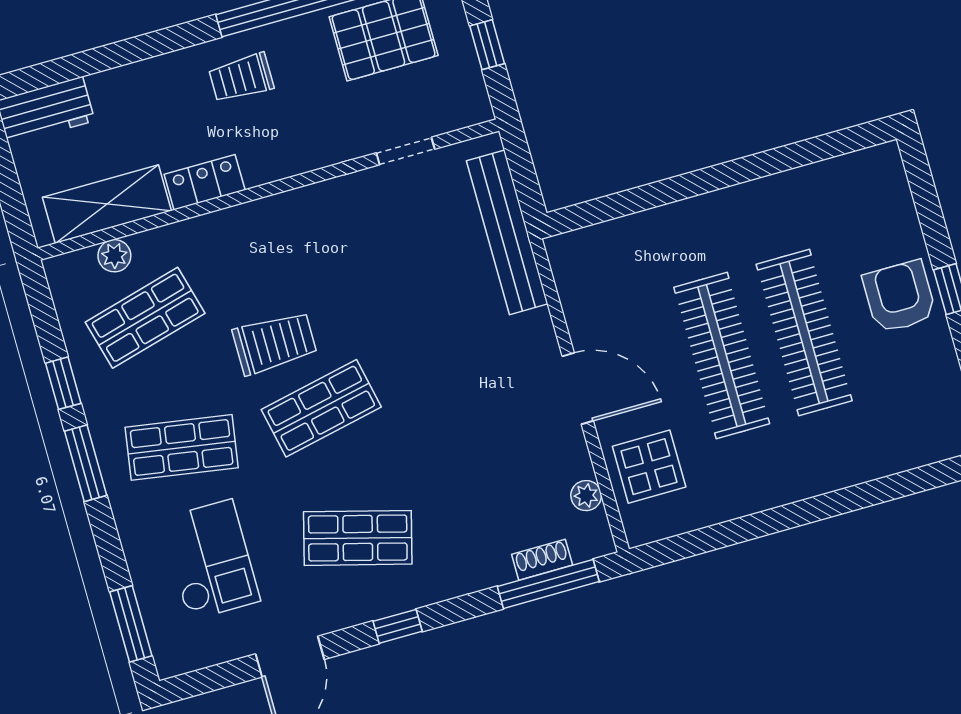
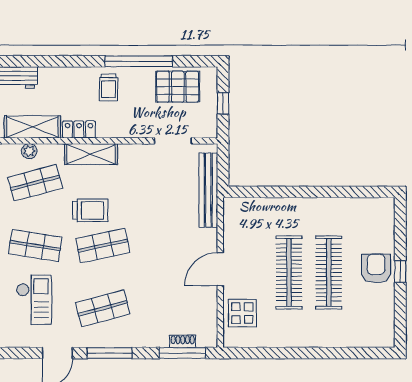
trolley: (241, 78) -> (108, 87), turned -90
doorway: (405, 151) -> (173, 141), width x1.38
shelving: (244, 226) -> (91, 154), added
door: (578, 388) -> (220, 269), swing flipped
plant: (586, 496) -> (211, 318), removed
shop shelf: (358, 538) -> (103, 308), turned -30
window: (398, 626) -> (109, 353), width x2.17

